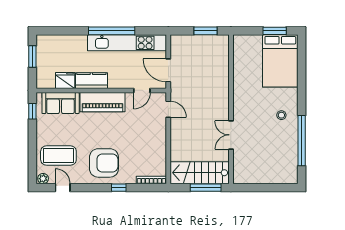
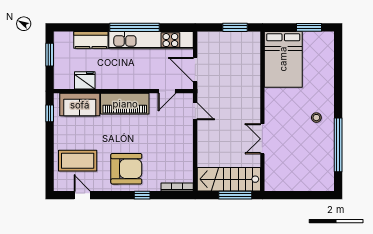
bed: (280, 61) -> (283, 59), moved
kitchen counter: (91, 81) -> (91, 40), moved, turned 180
plant: (43, 179) -> (61, 185), removed

